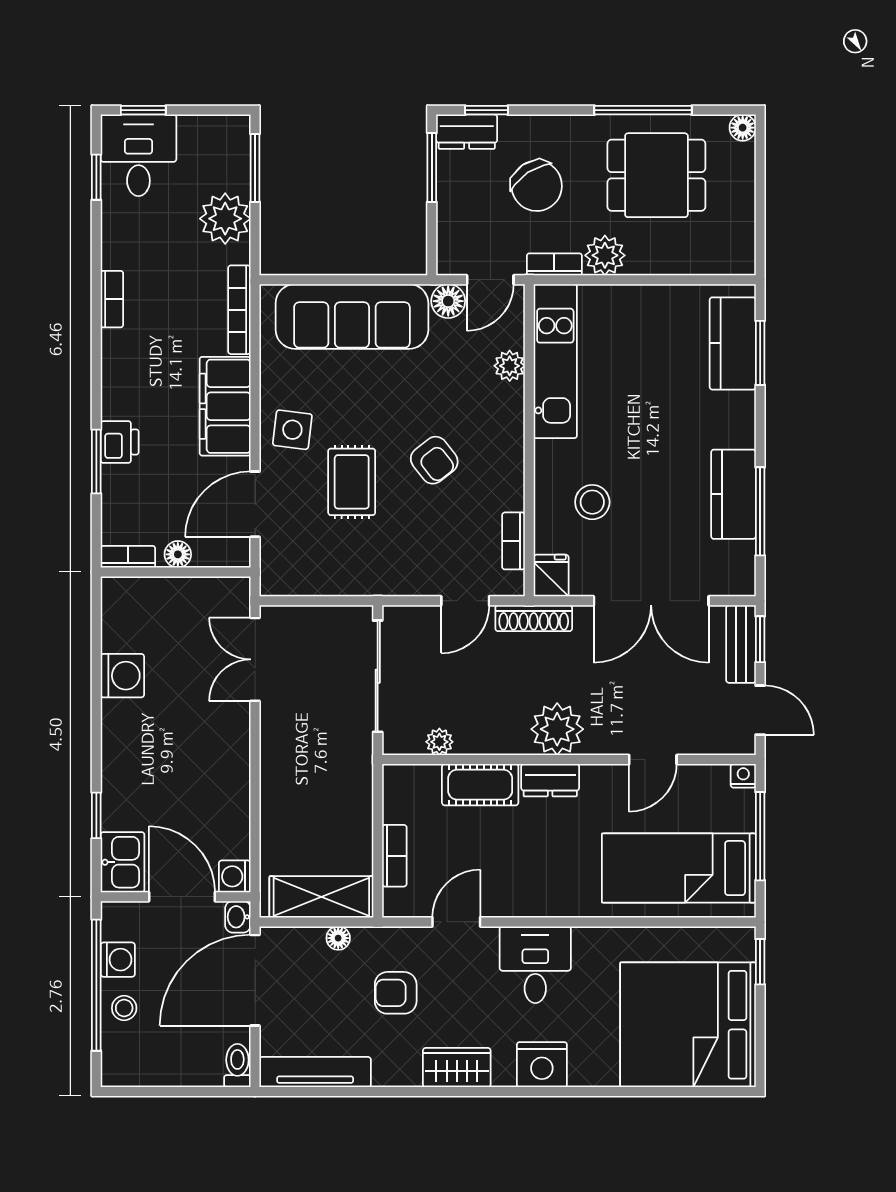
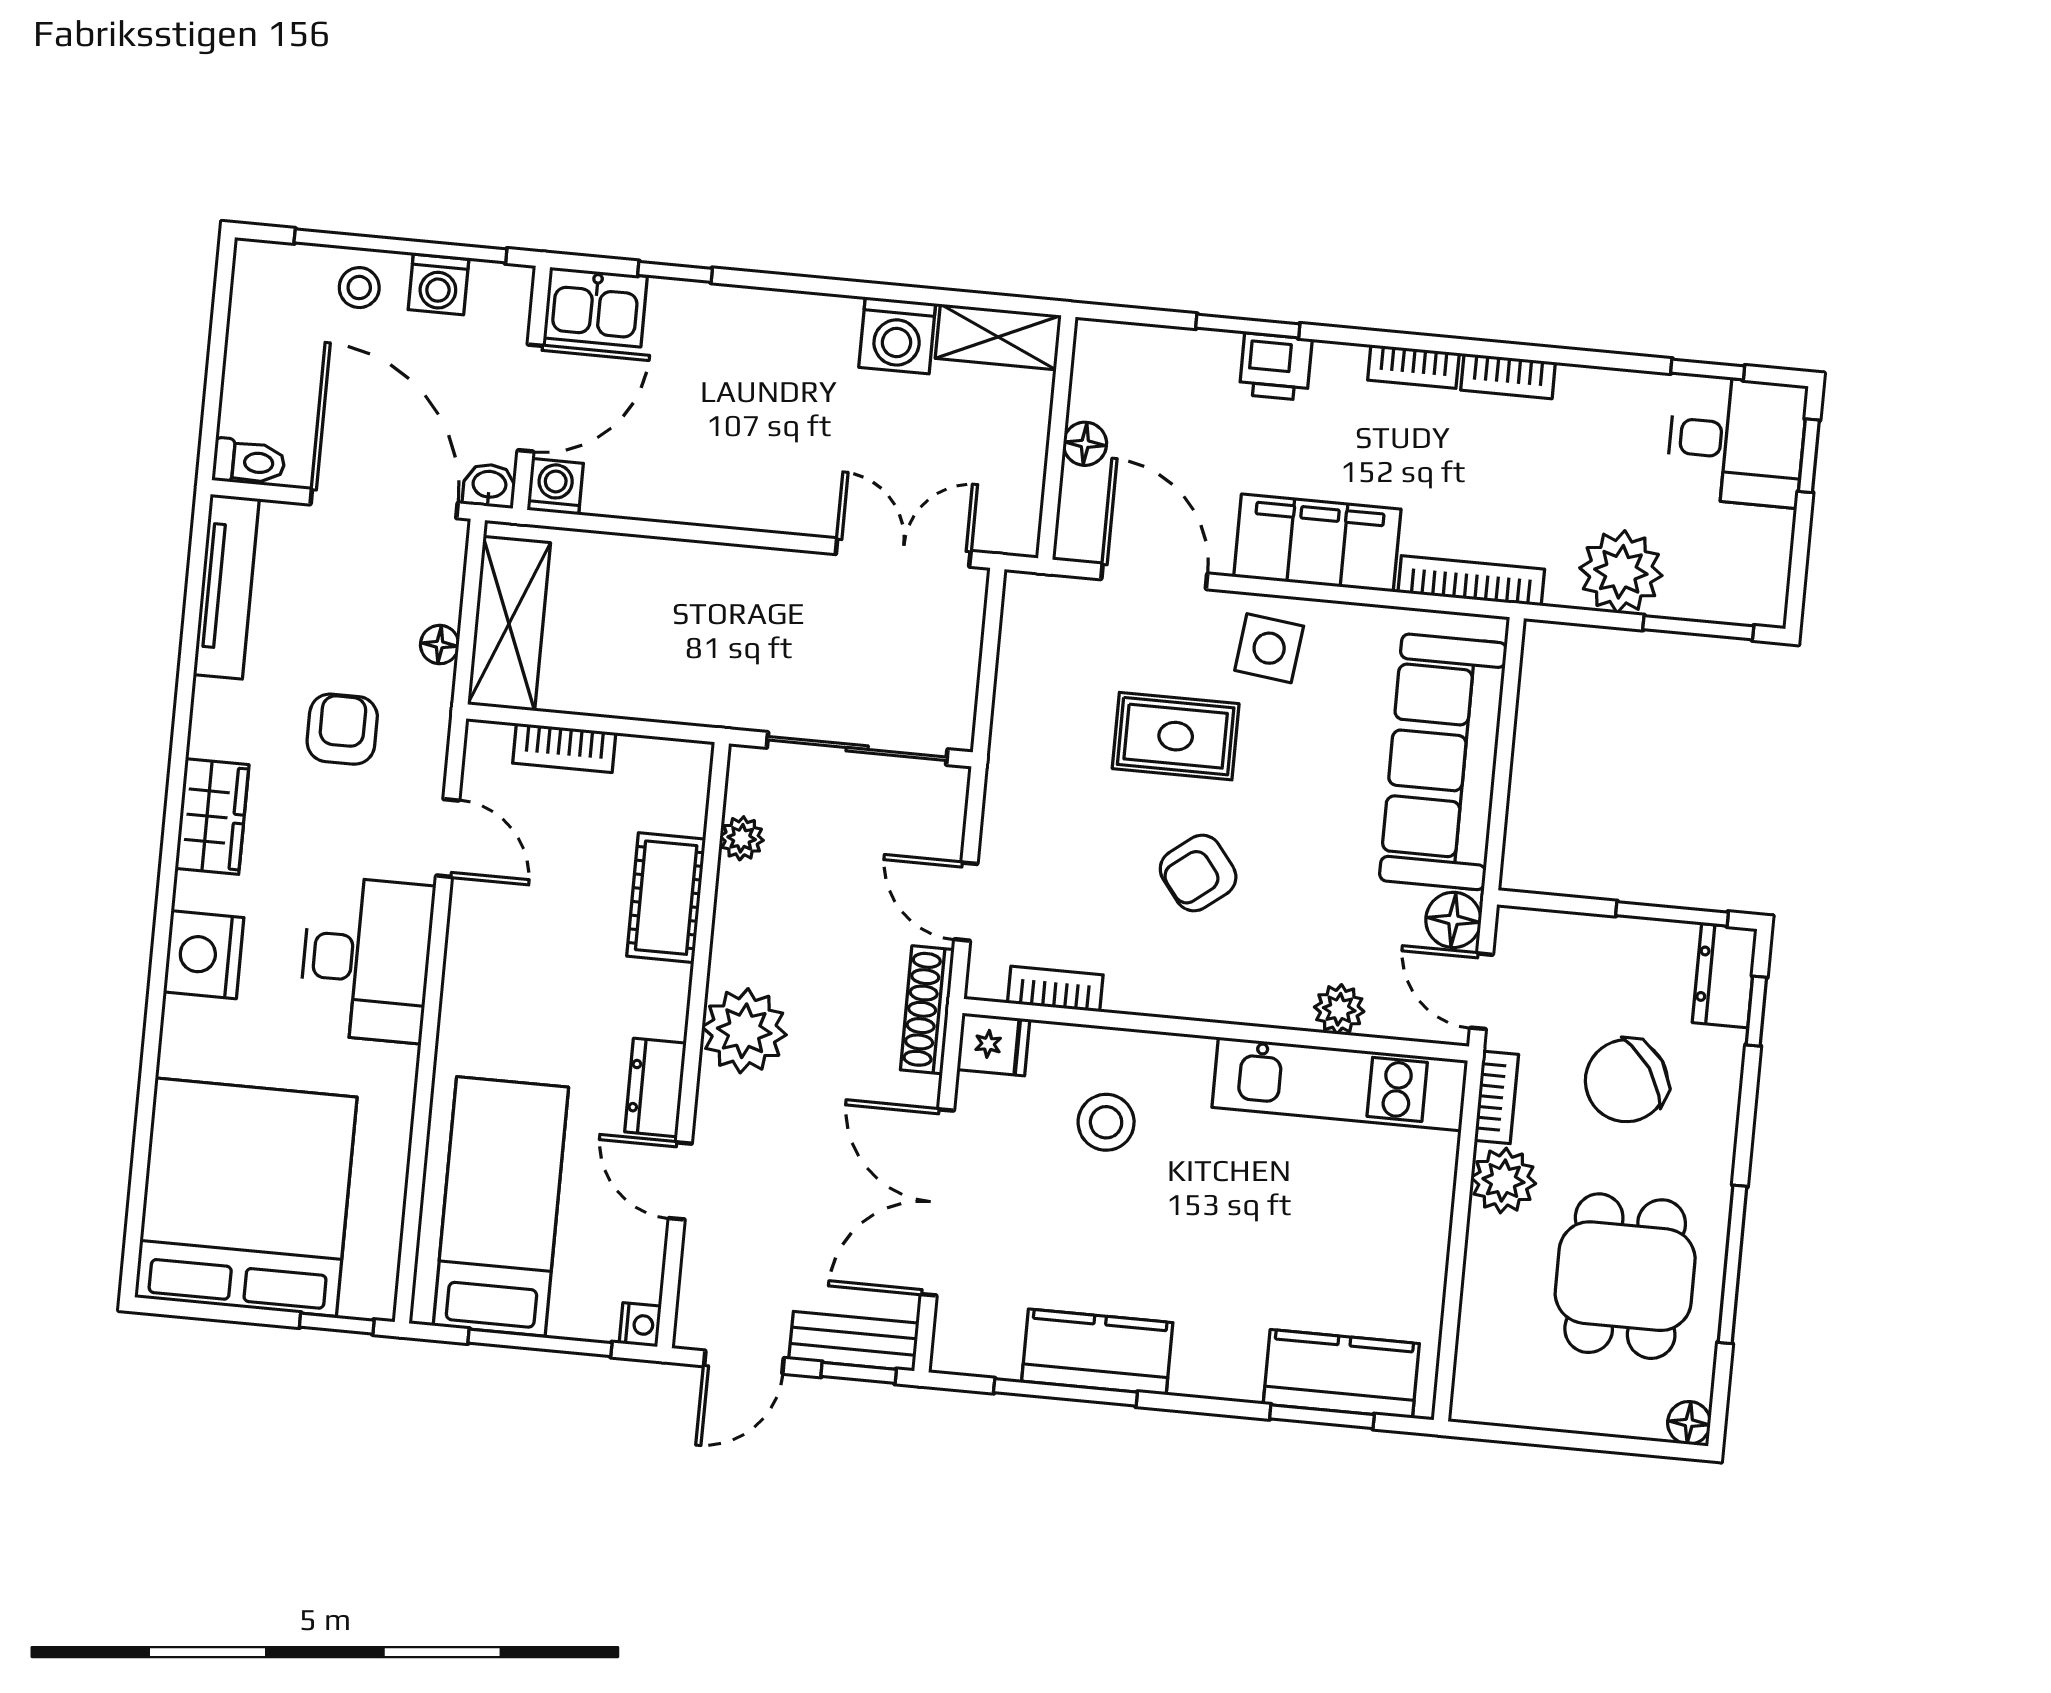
bookcase: (128, 557) -> (1413, 367), moved, turned 90
shelving: (117, 614) -> (998, 337), added
dresser: (550, 780) -> (655, 1088), moved
desk: (535, 965) -> (366, 959), width x1.37

